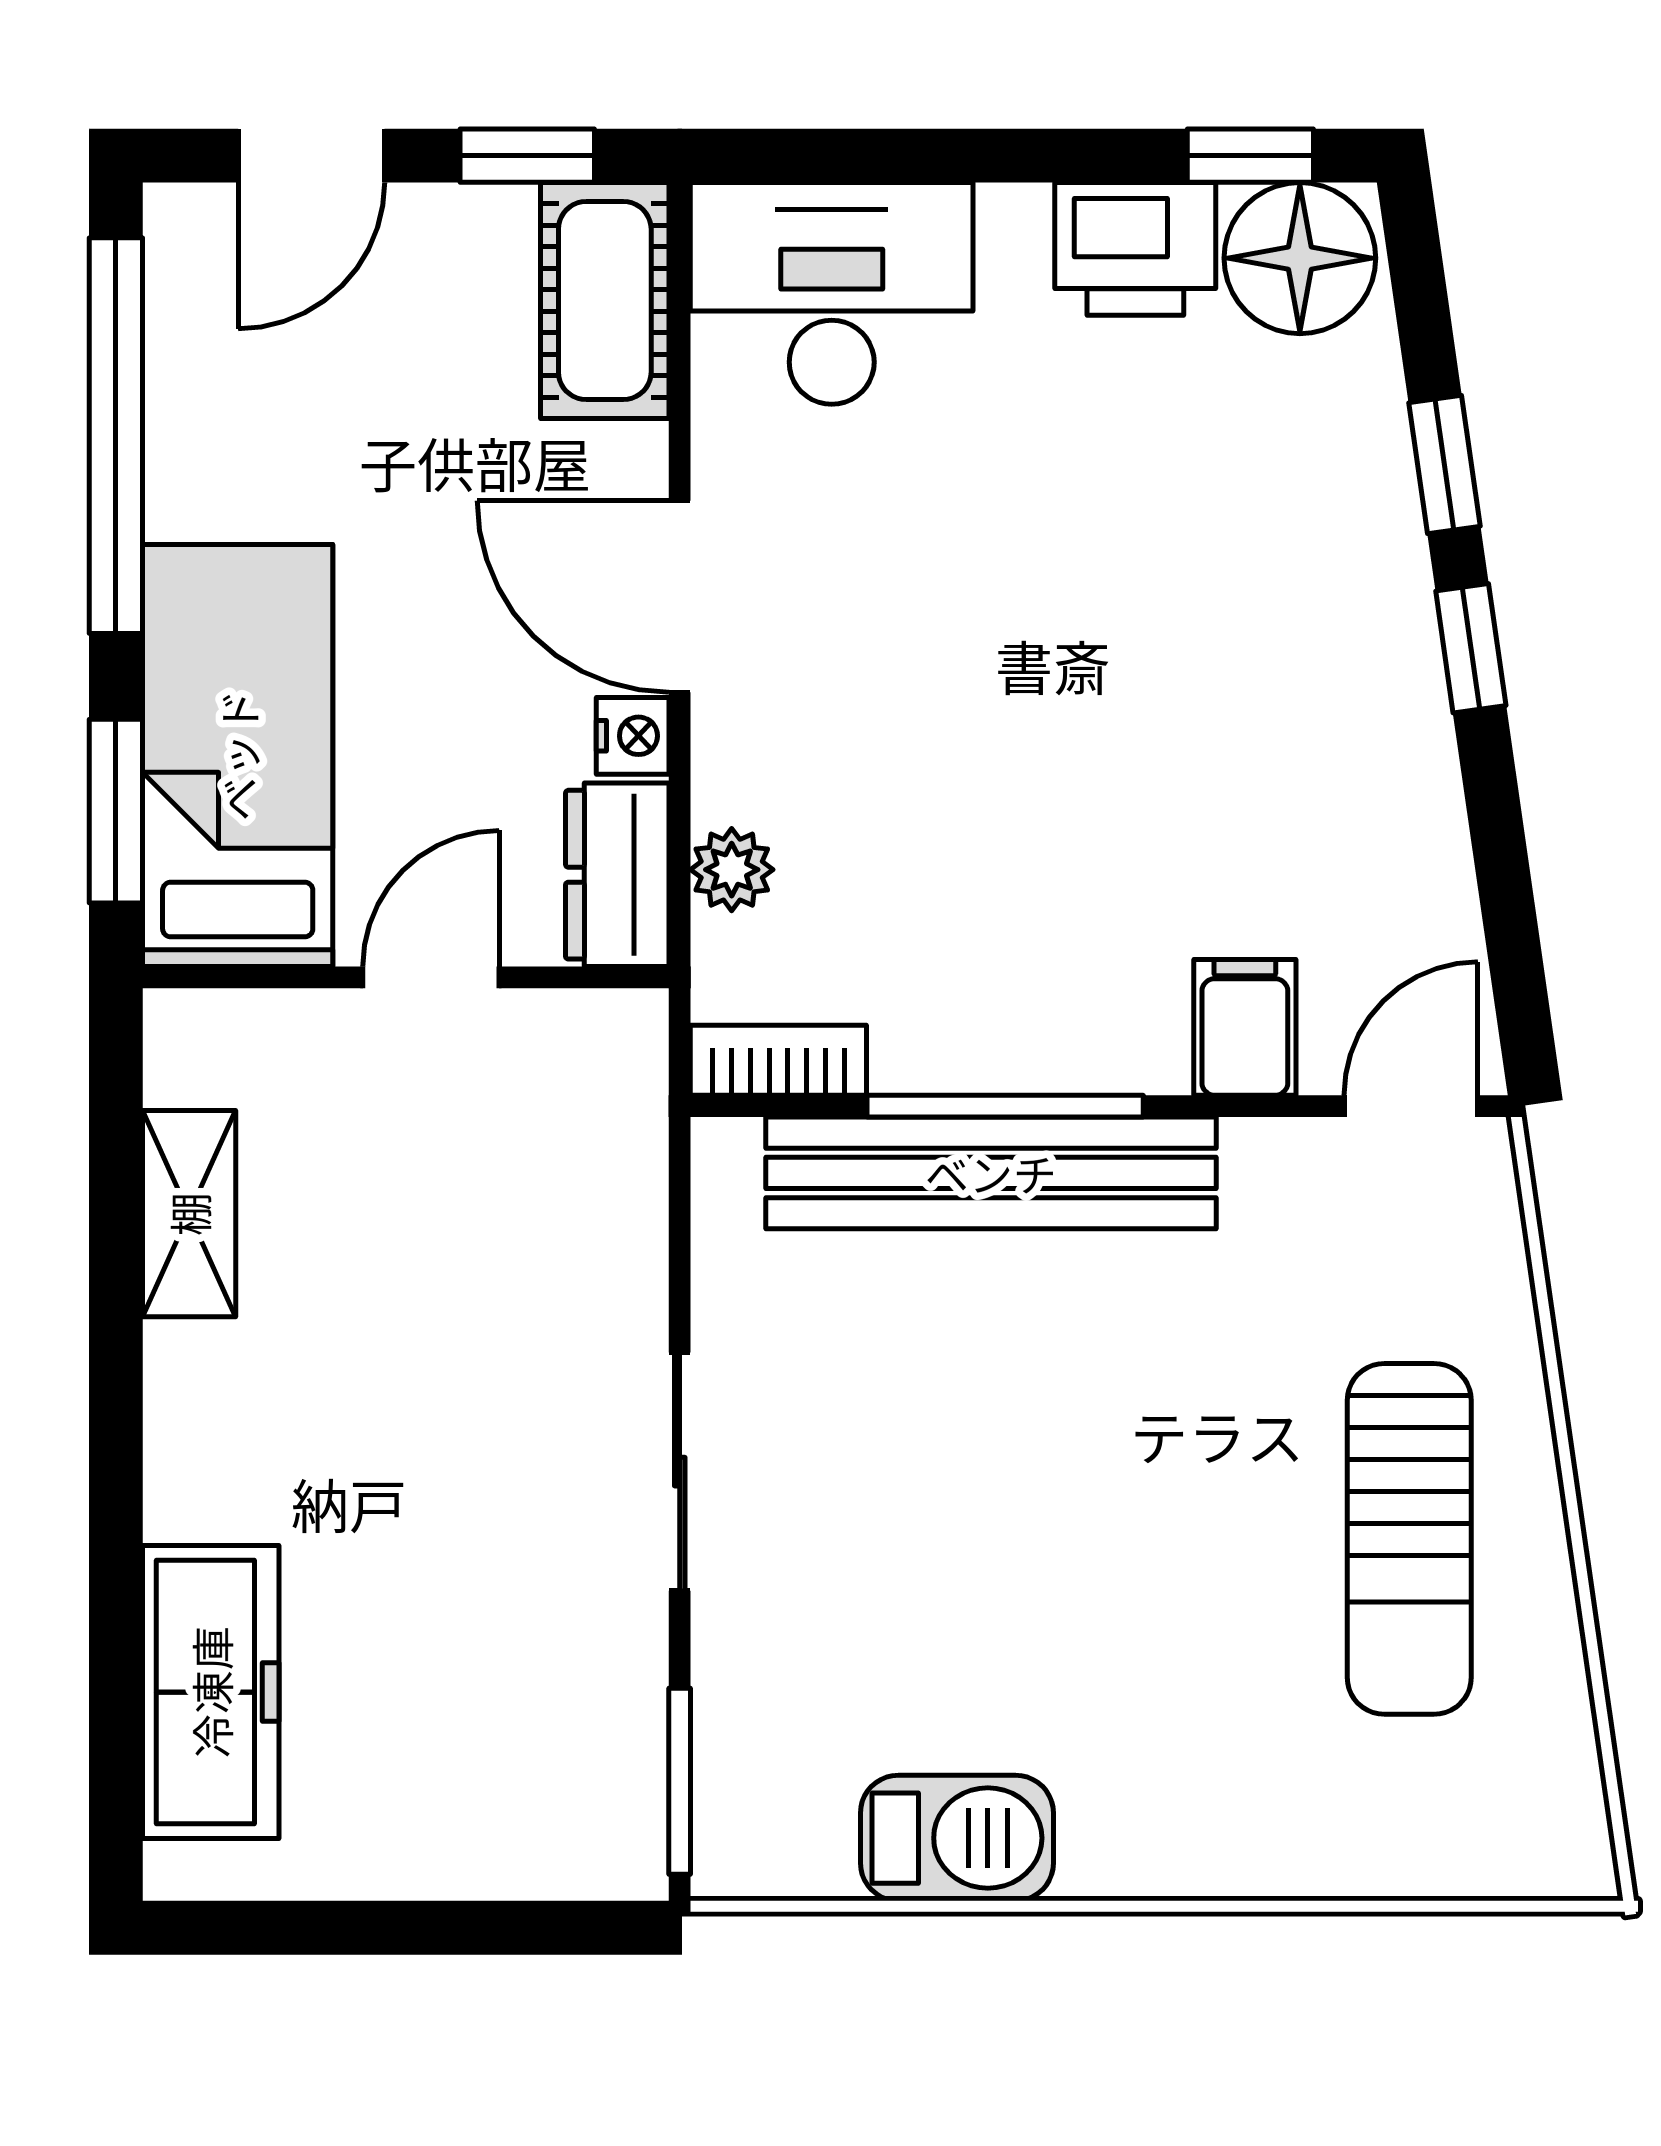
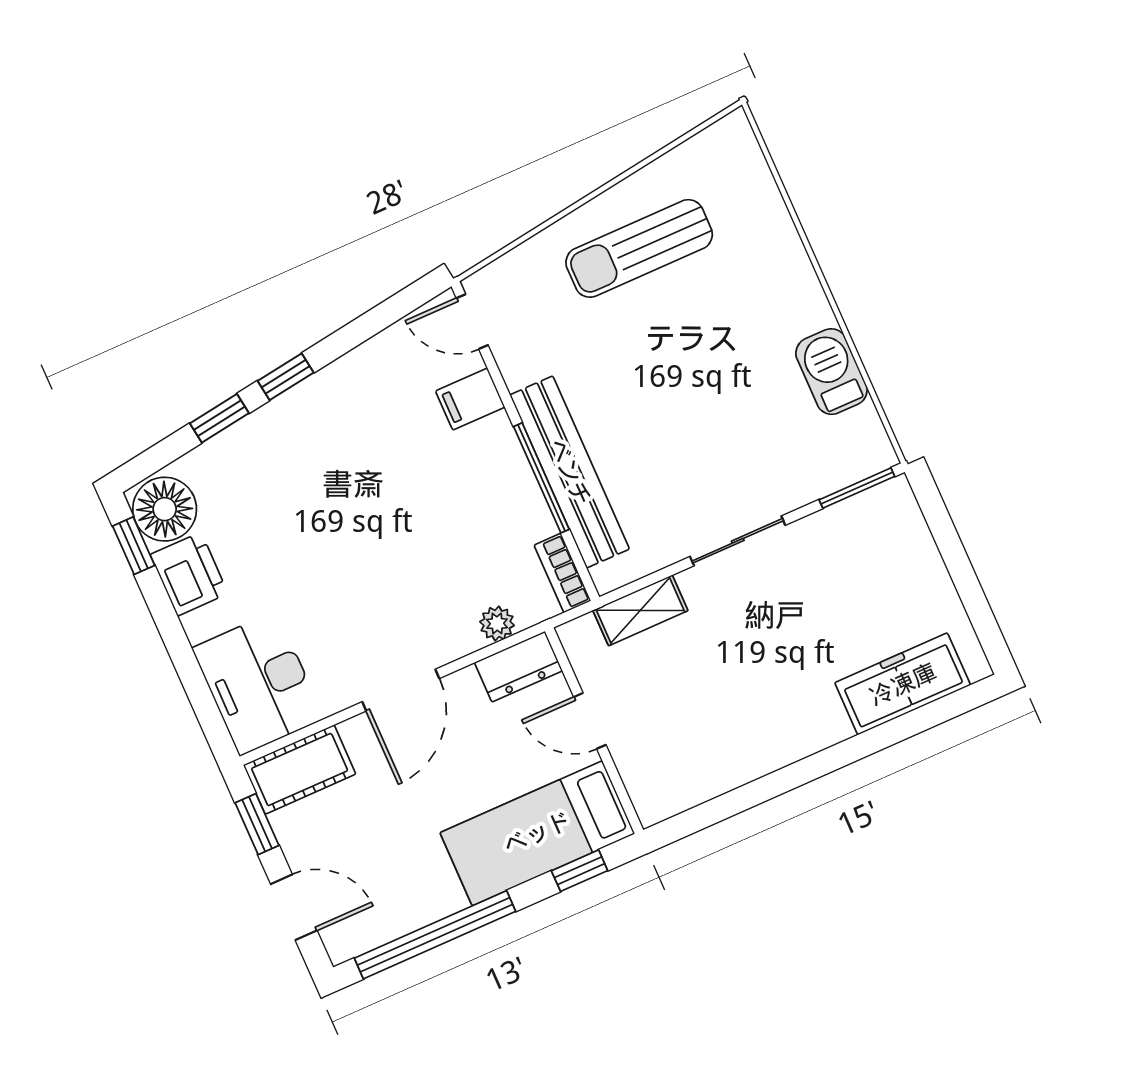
nightstand: (633, 736) -> (462, 685), removed
window: (116, 811) -> (580, 871), width x0.67
shelving: (189, 1214) -> (640, 610), moved
sun lounger: (1409, 1539) -> (639, 248), turned 180

